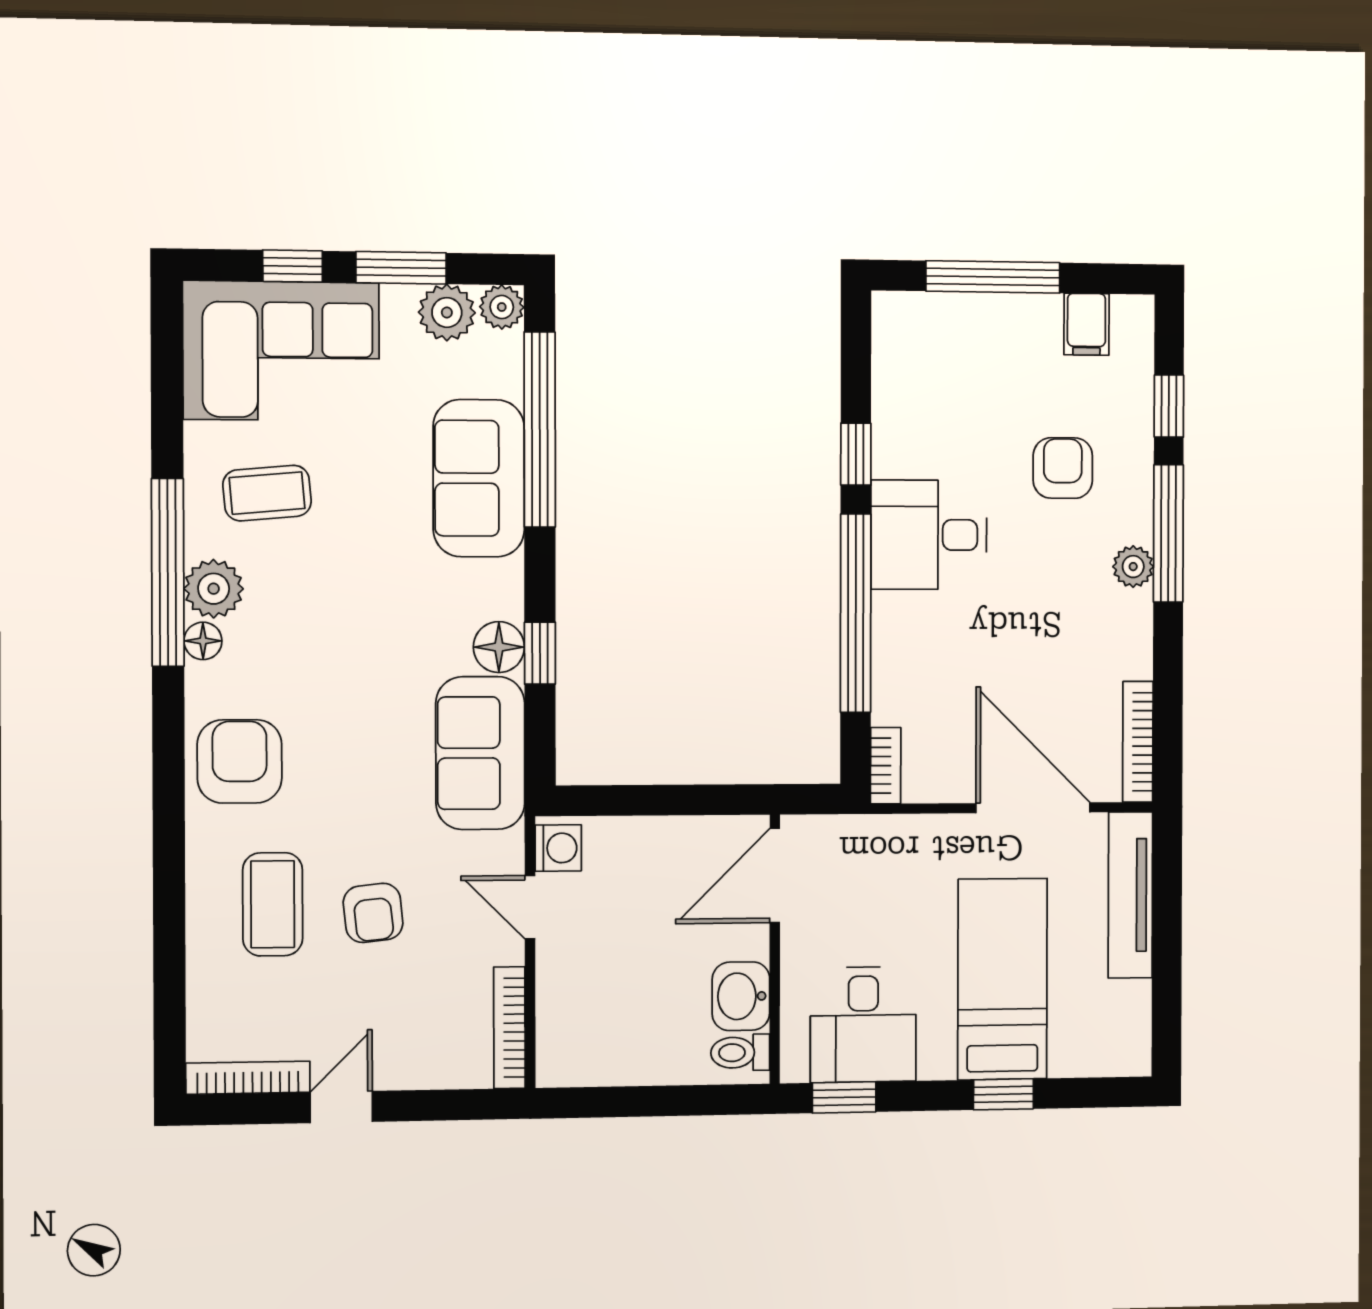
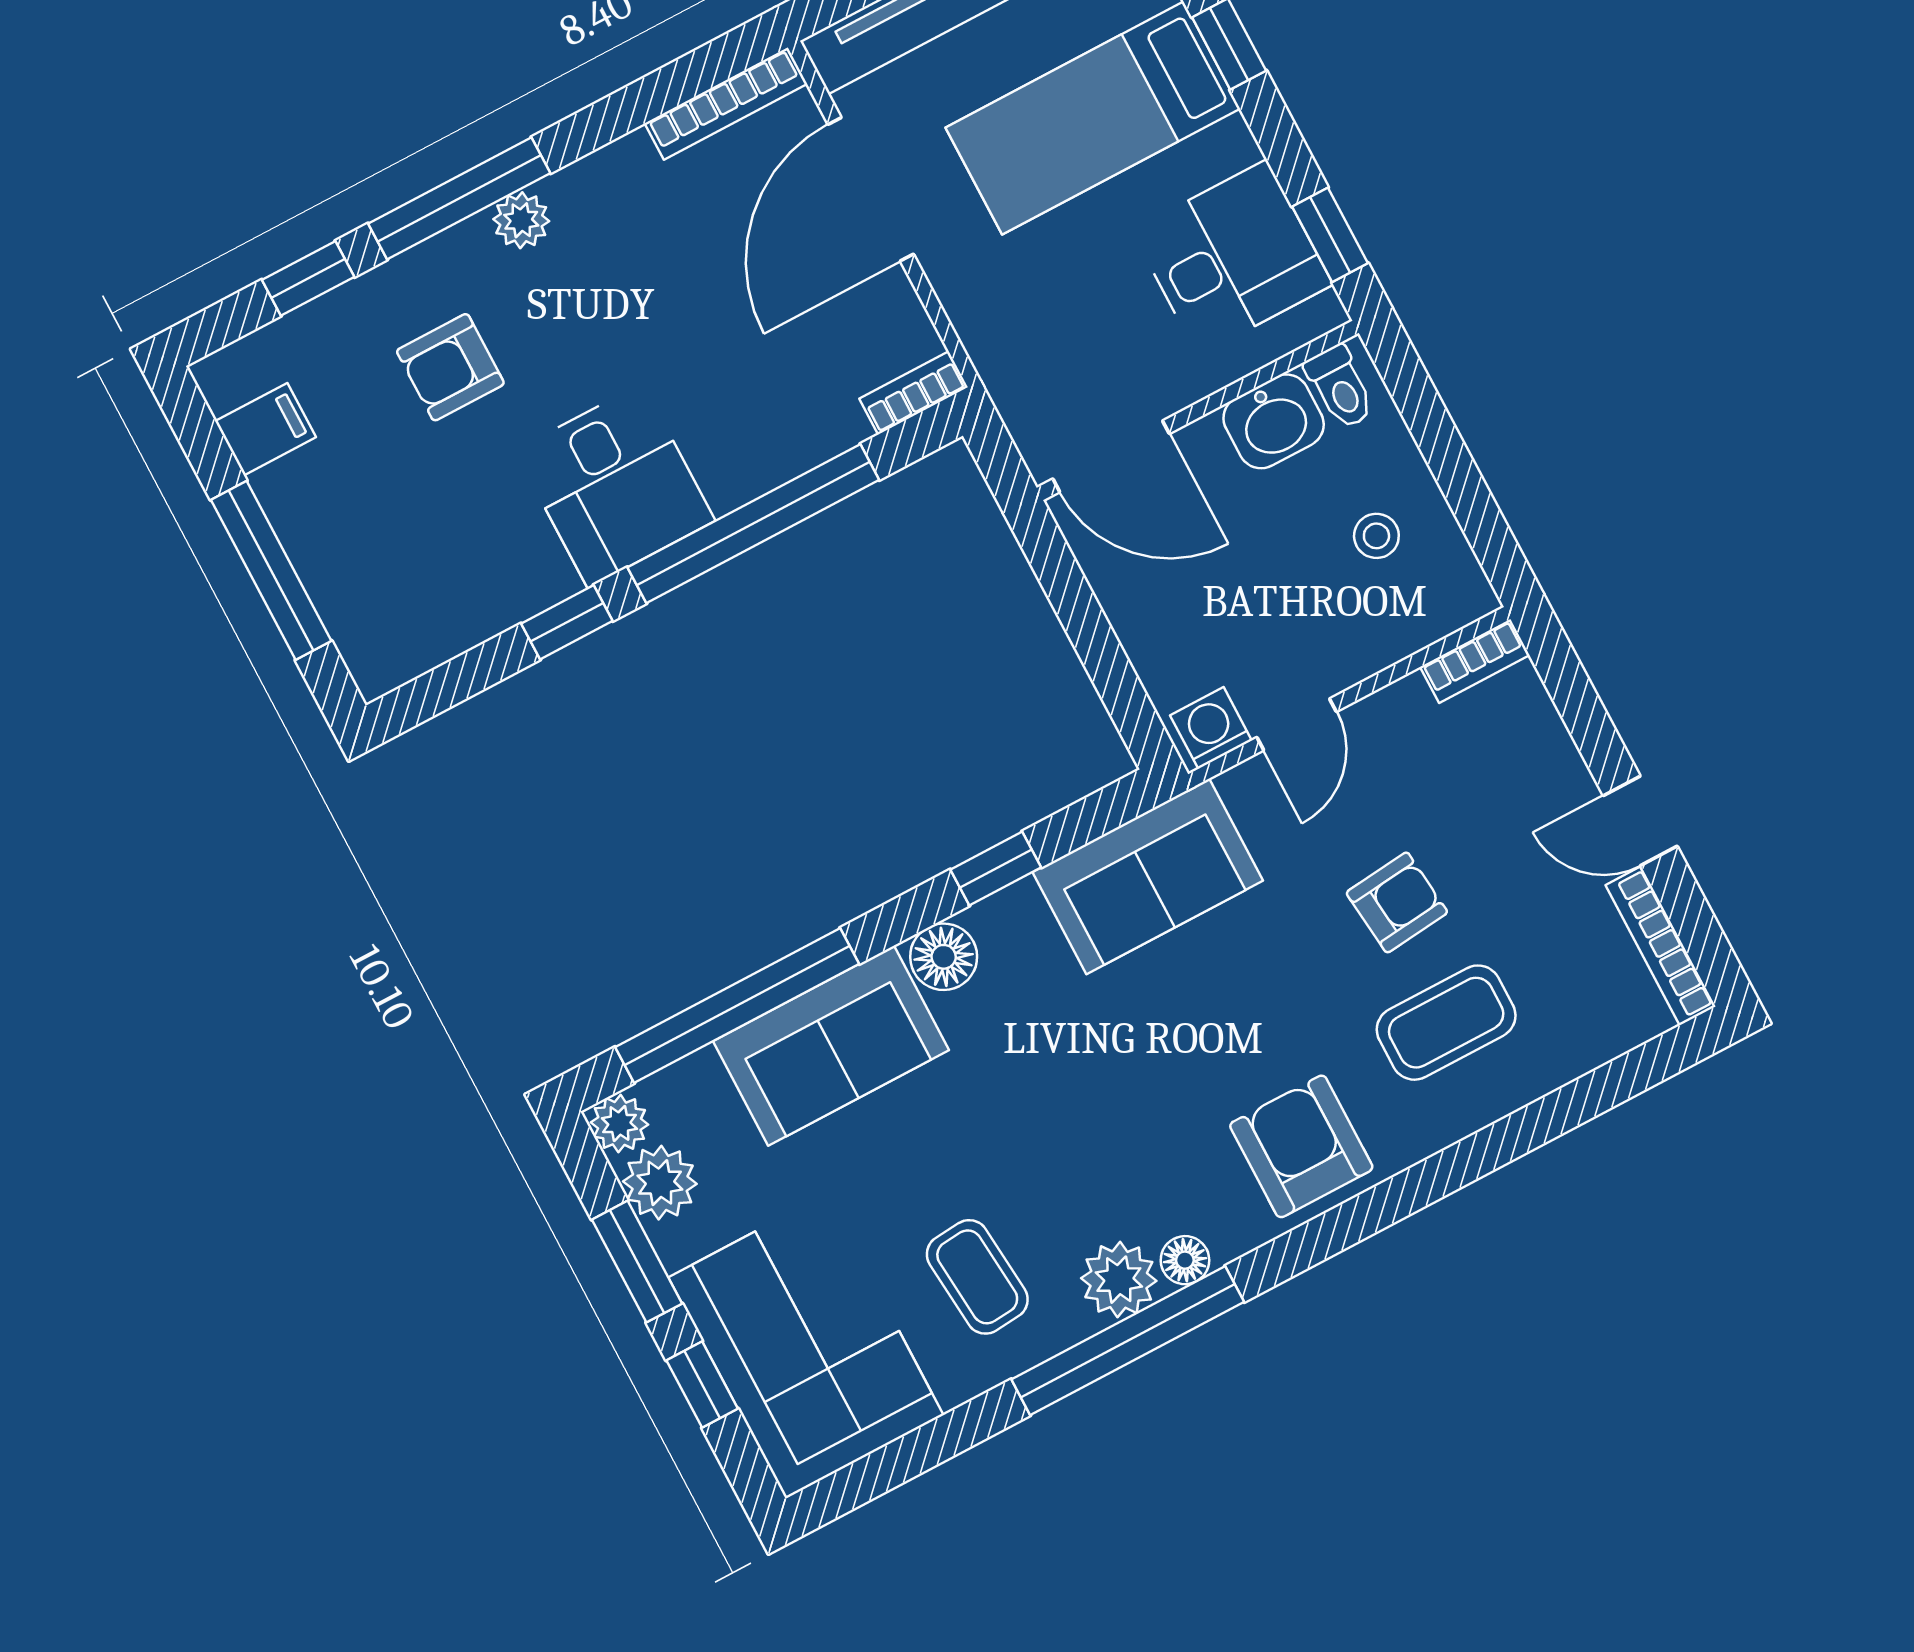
floor lamp: (499, 647) -> (944, 957), moved
armchair: (240, 761) -> (1301, 1146), turned 90
stool: (628, 1026) -> (1376, 536), added
bookcase: (509, 1028) -> (1475, 661), width x0.64

